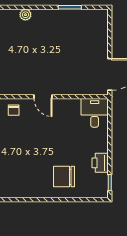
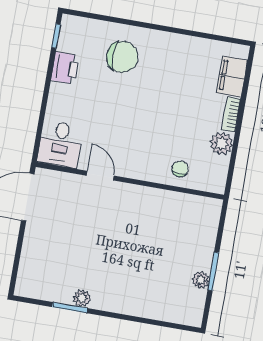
plant: (25, 15) -> (82, 298), moved
door: (43, 97) -> (100, 176), moved

